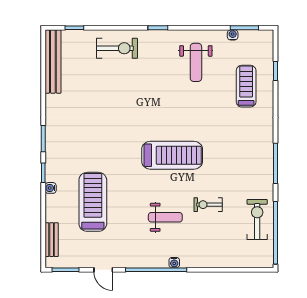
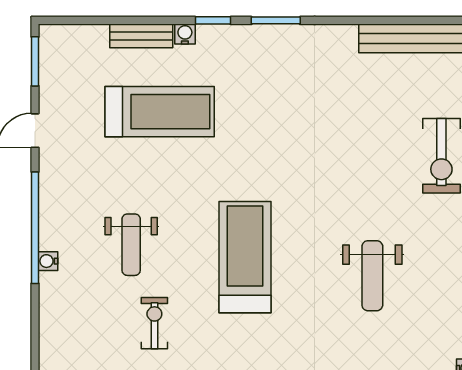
weight bench: (196, 62) -> (372, 276), moved, turned -90
treadmill: (172, 155) -> (245, 257), turned 180
bench: (52, 240) -> (141, 36), moved

